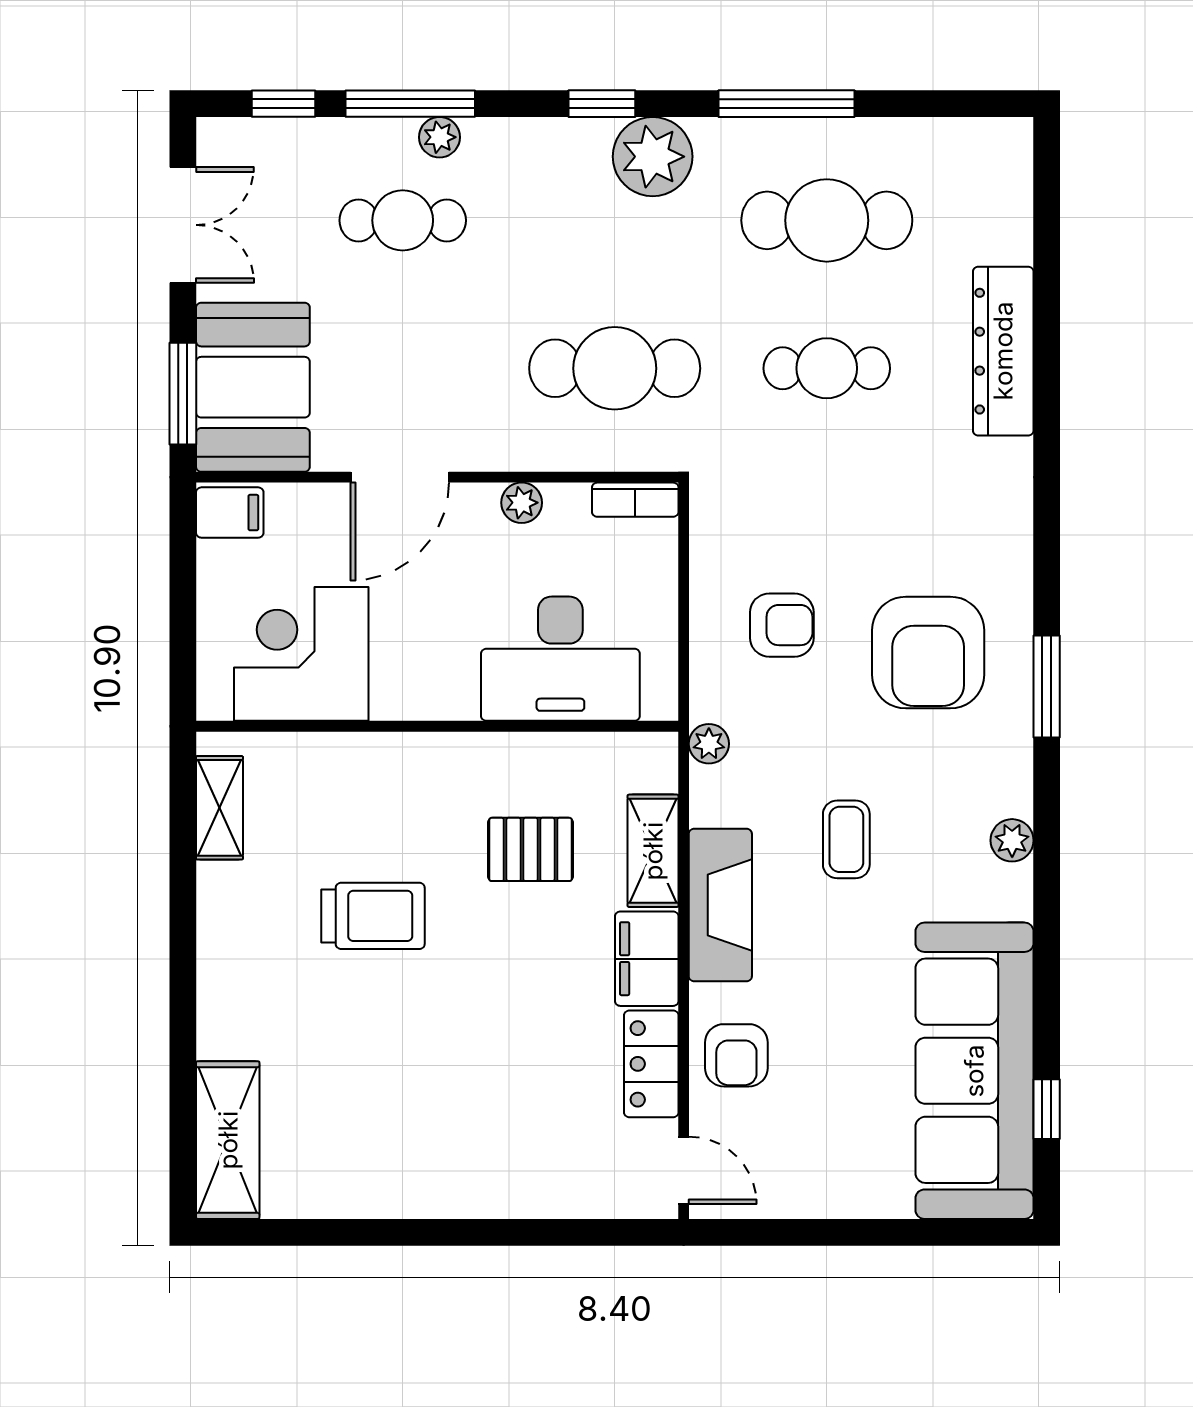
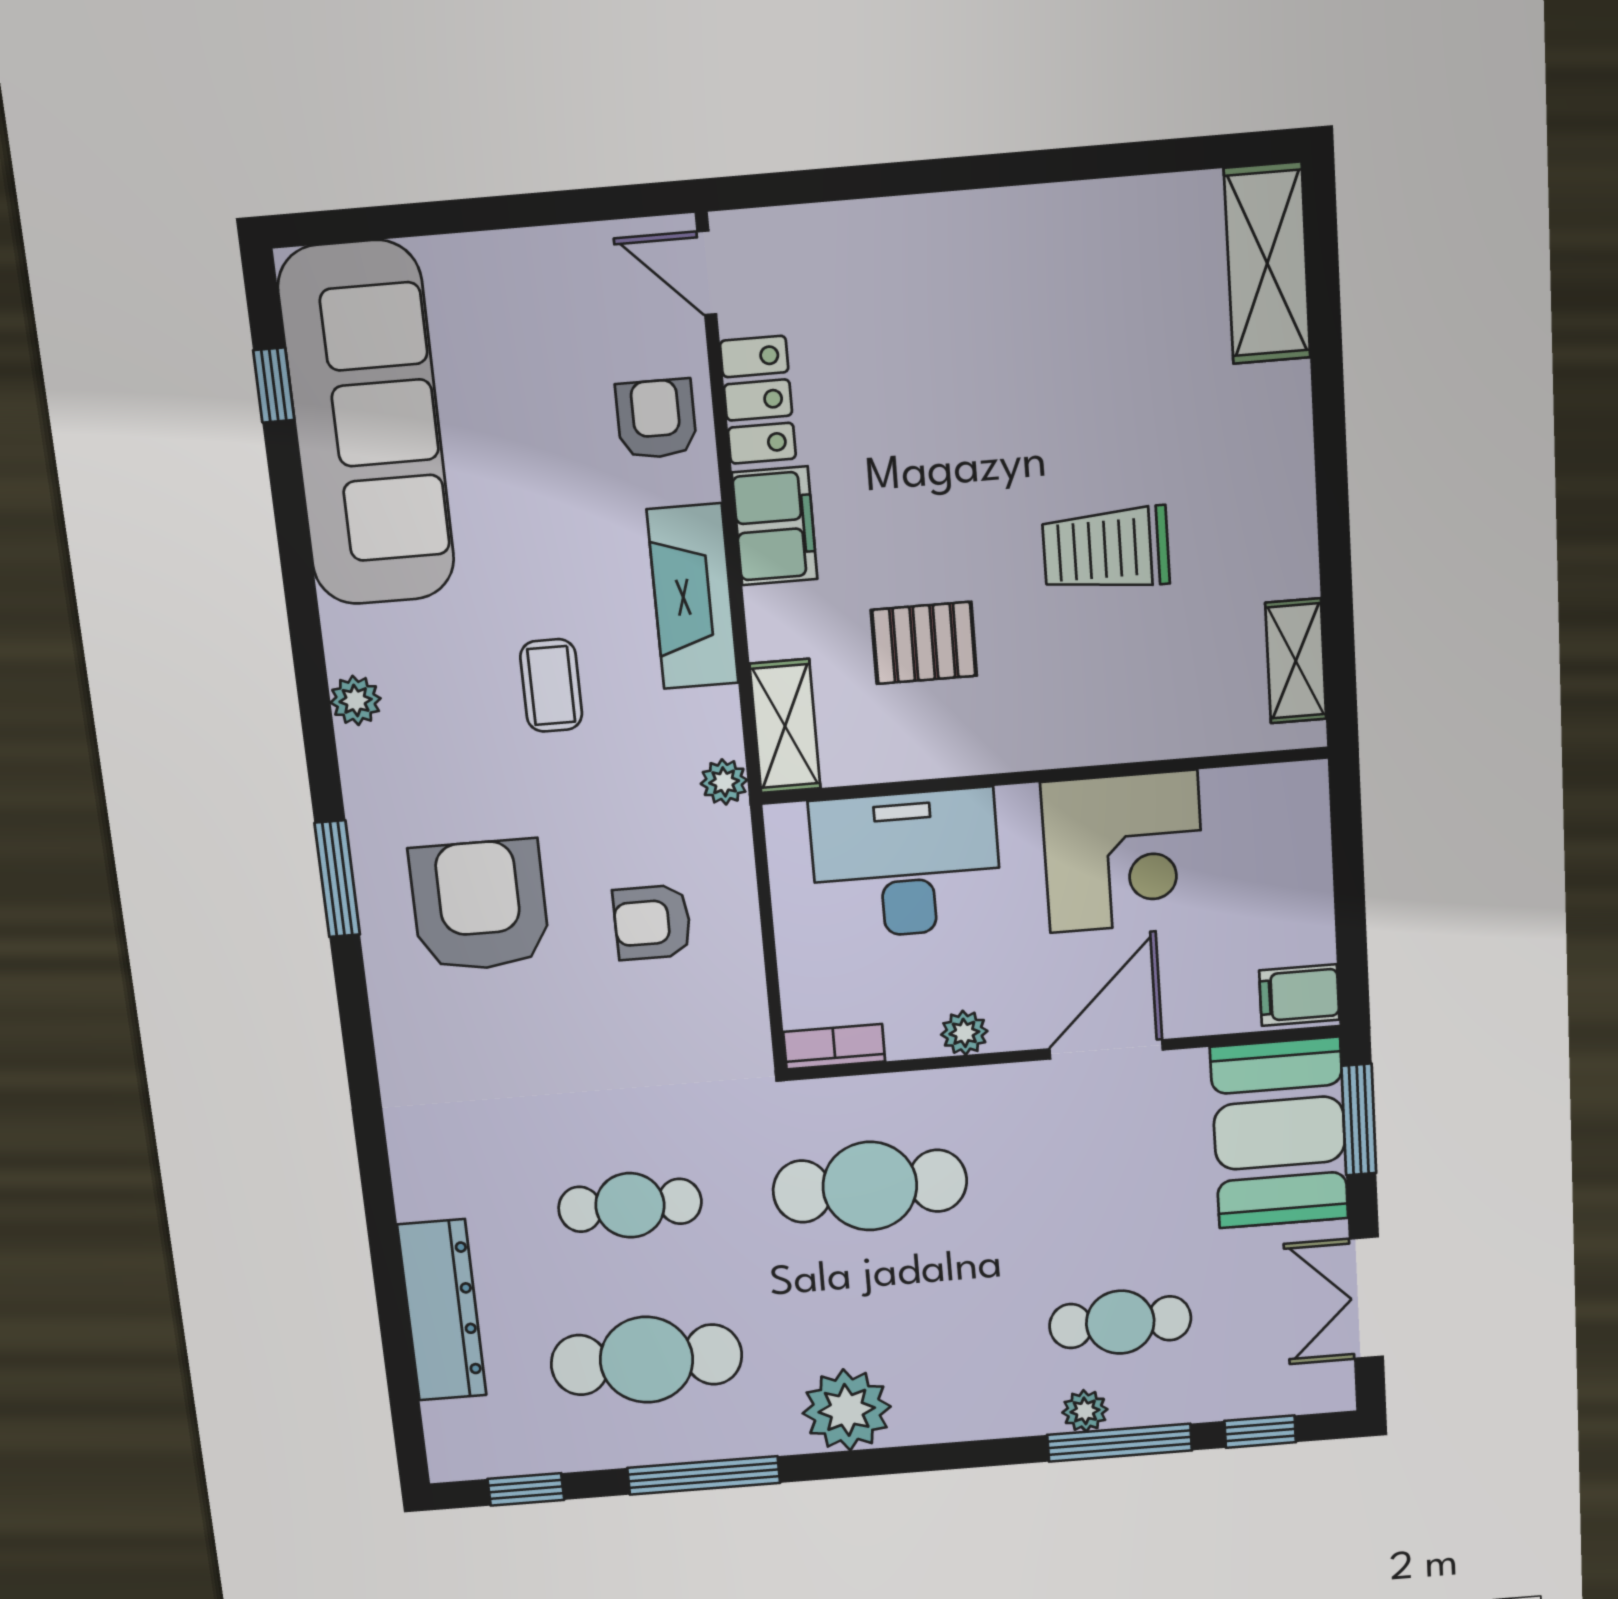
window: (602, 104) -> (526, 1489), moved
dresser: (1003, 351) -> (442, 1310), moved
corner desk: (301, 654) -> (1123, 852), moved
shelving: (653, 851) -> (785, 726), moved

